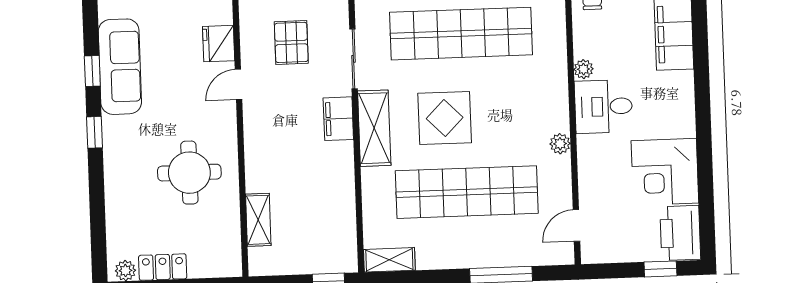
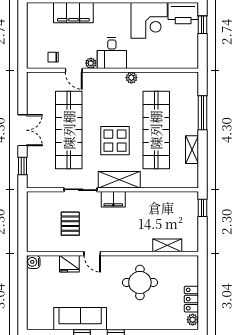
pallet: (291, 42) -> (70, 224), turned 90
door: (576, 225) -> (74, 70), moved
shelving: (389, 260) -> (192, 150), moved

